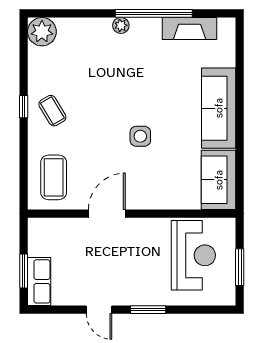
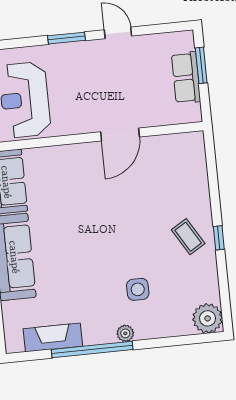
side table: (140, 136) -> (138, 289), moved
coffee table: (54, 177) -> (180, 167), removed
row of seats: (39, 281) -> (186, 78), moved

